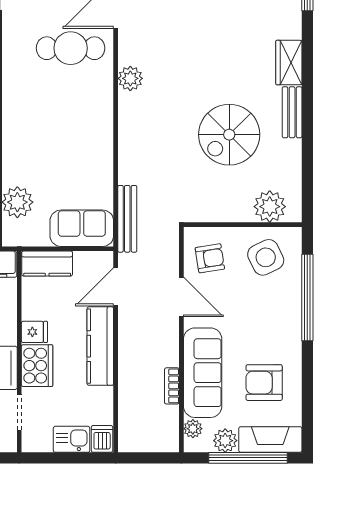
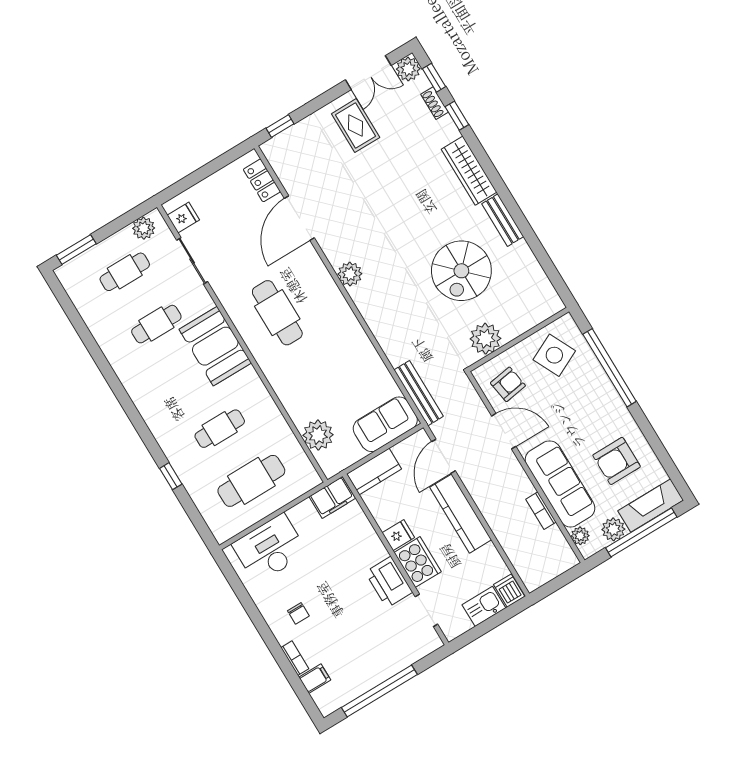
cafe table: (71, 48) -> (277, 313), moved, turned 90
wardrobe: (289, 63) -> (469, 171), width x1.50
plant: (270, 207) -> (485, 339), moved

